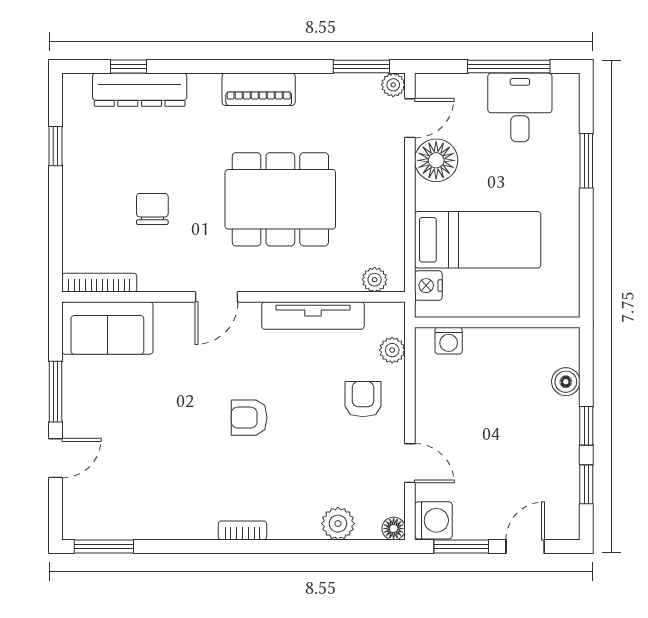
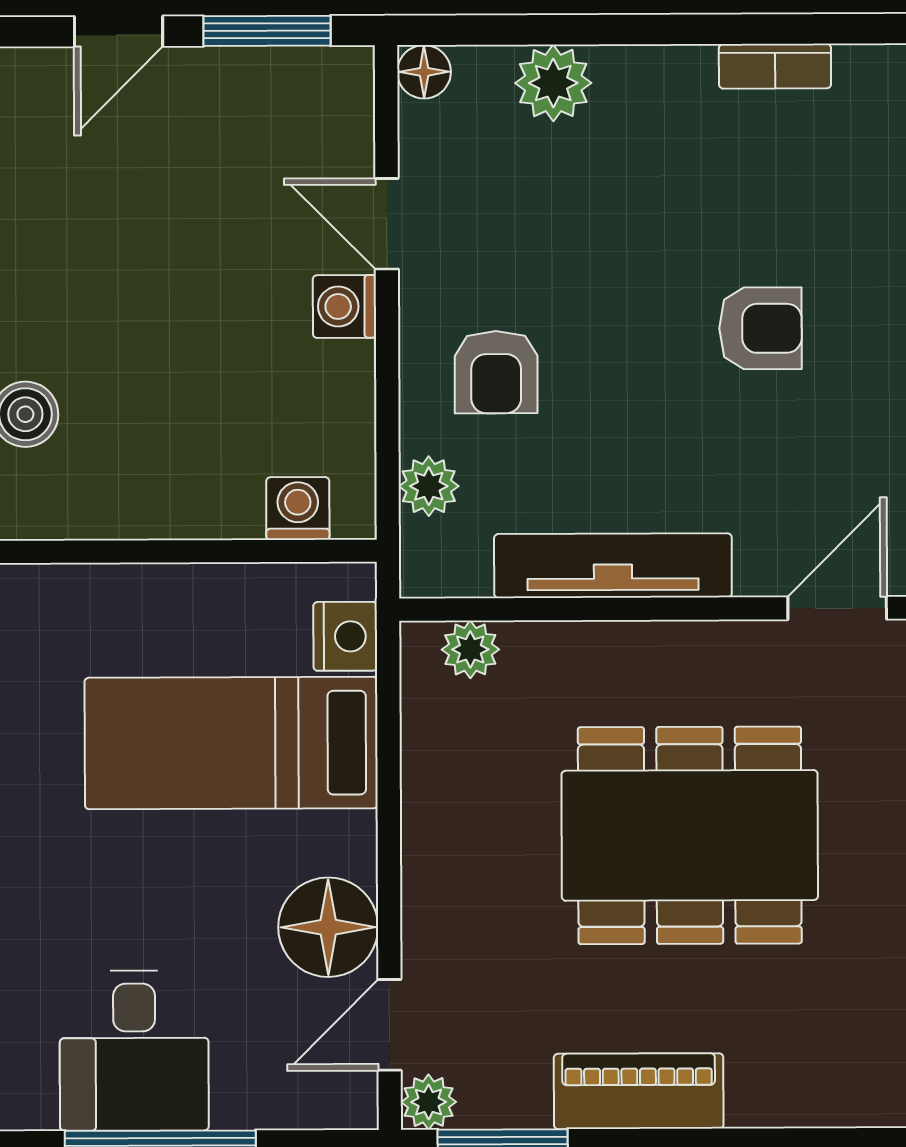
piano: (259, 89) -> (639, 1091), moved
washing machine: (433, 520) -> (344, 306), moved, width x0.73, depth x0.73

